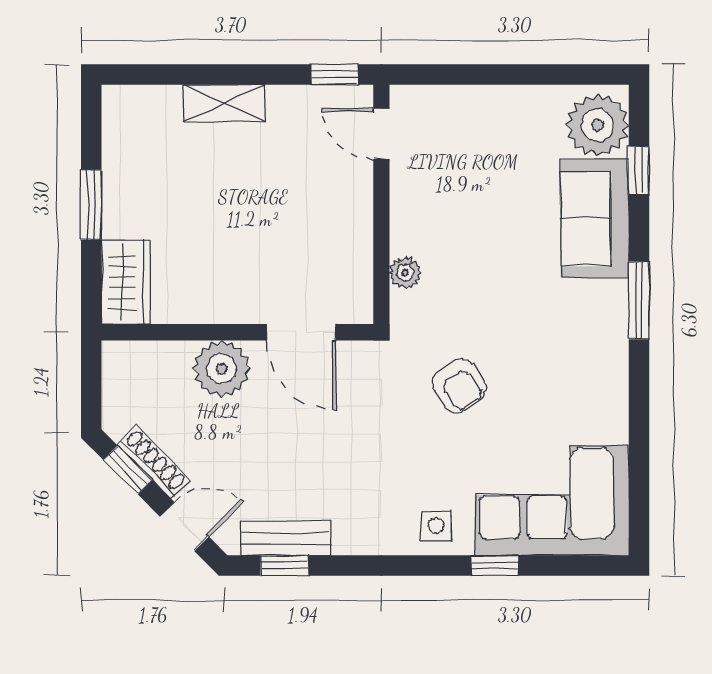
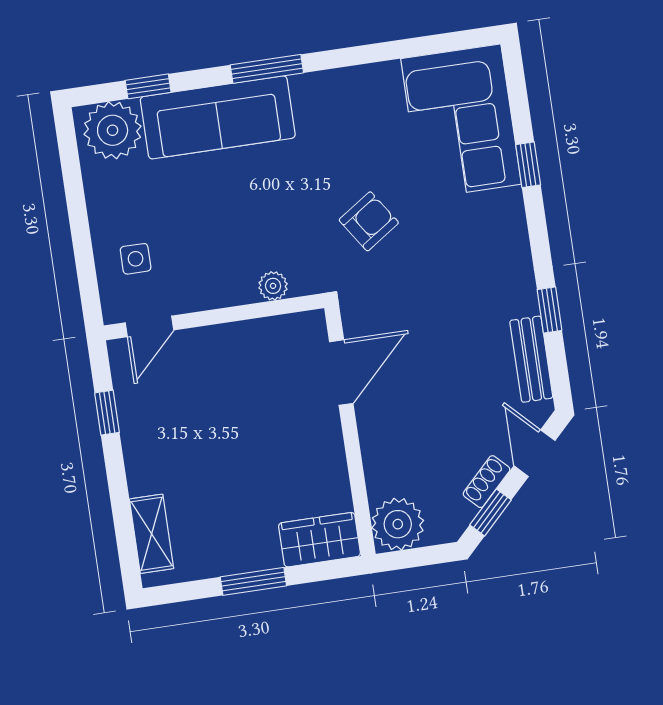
window: (335, 75) -> (107, 413), moved
shelving: (224, 103) -> (152, 534), moved
sofa: (595, 219) -> (218, 117), width x1.36
plant: (222, 369) -> (398, 524), moved
shoe rack: (153, 462) -> (487, 482), width x0.70
side table: (436, 526) -> (136, 259), moved
window: (284, 565) -> (550, 310), moved

